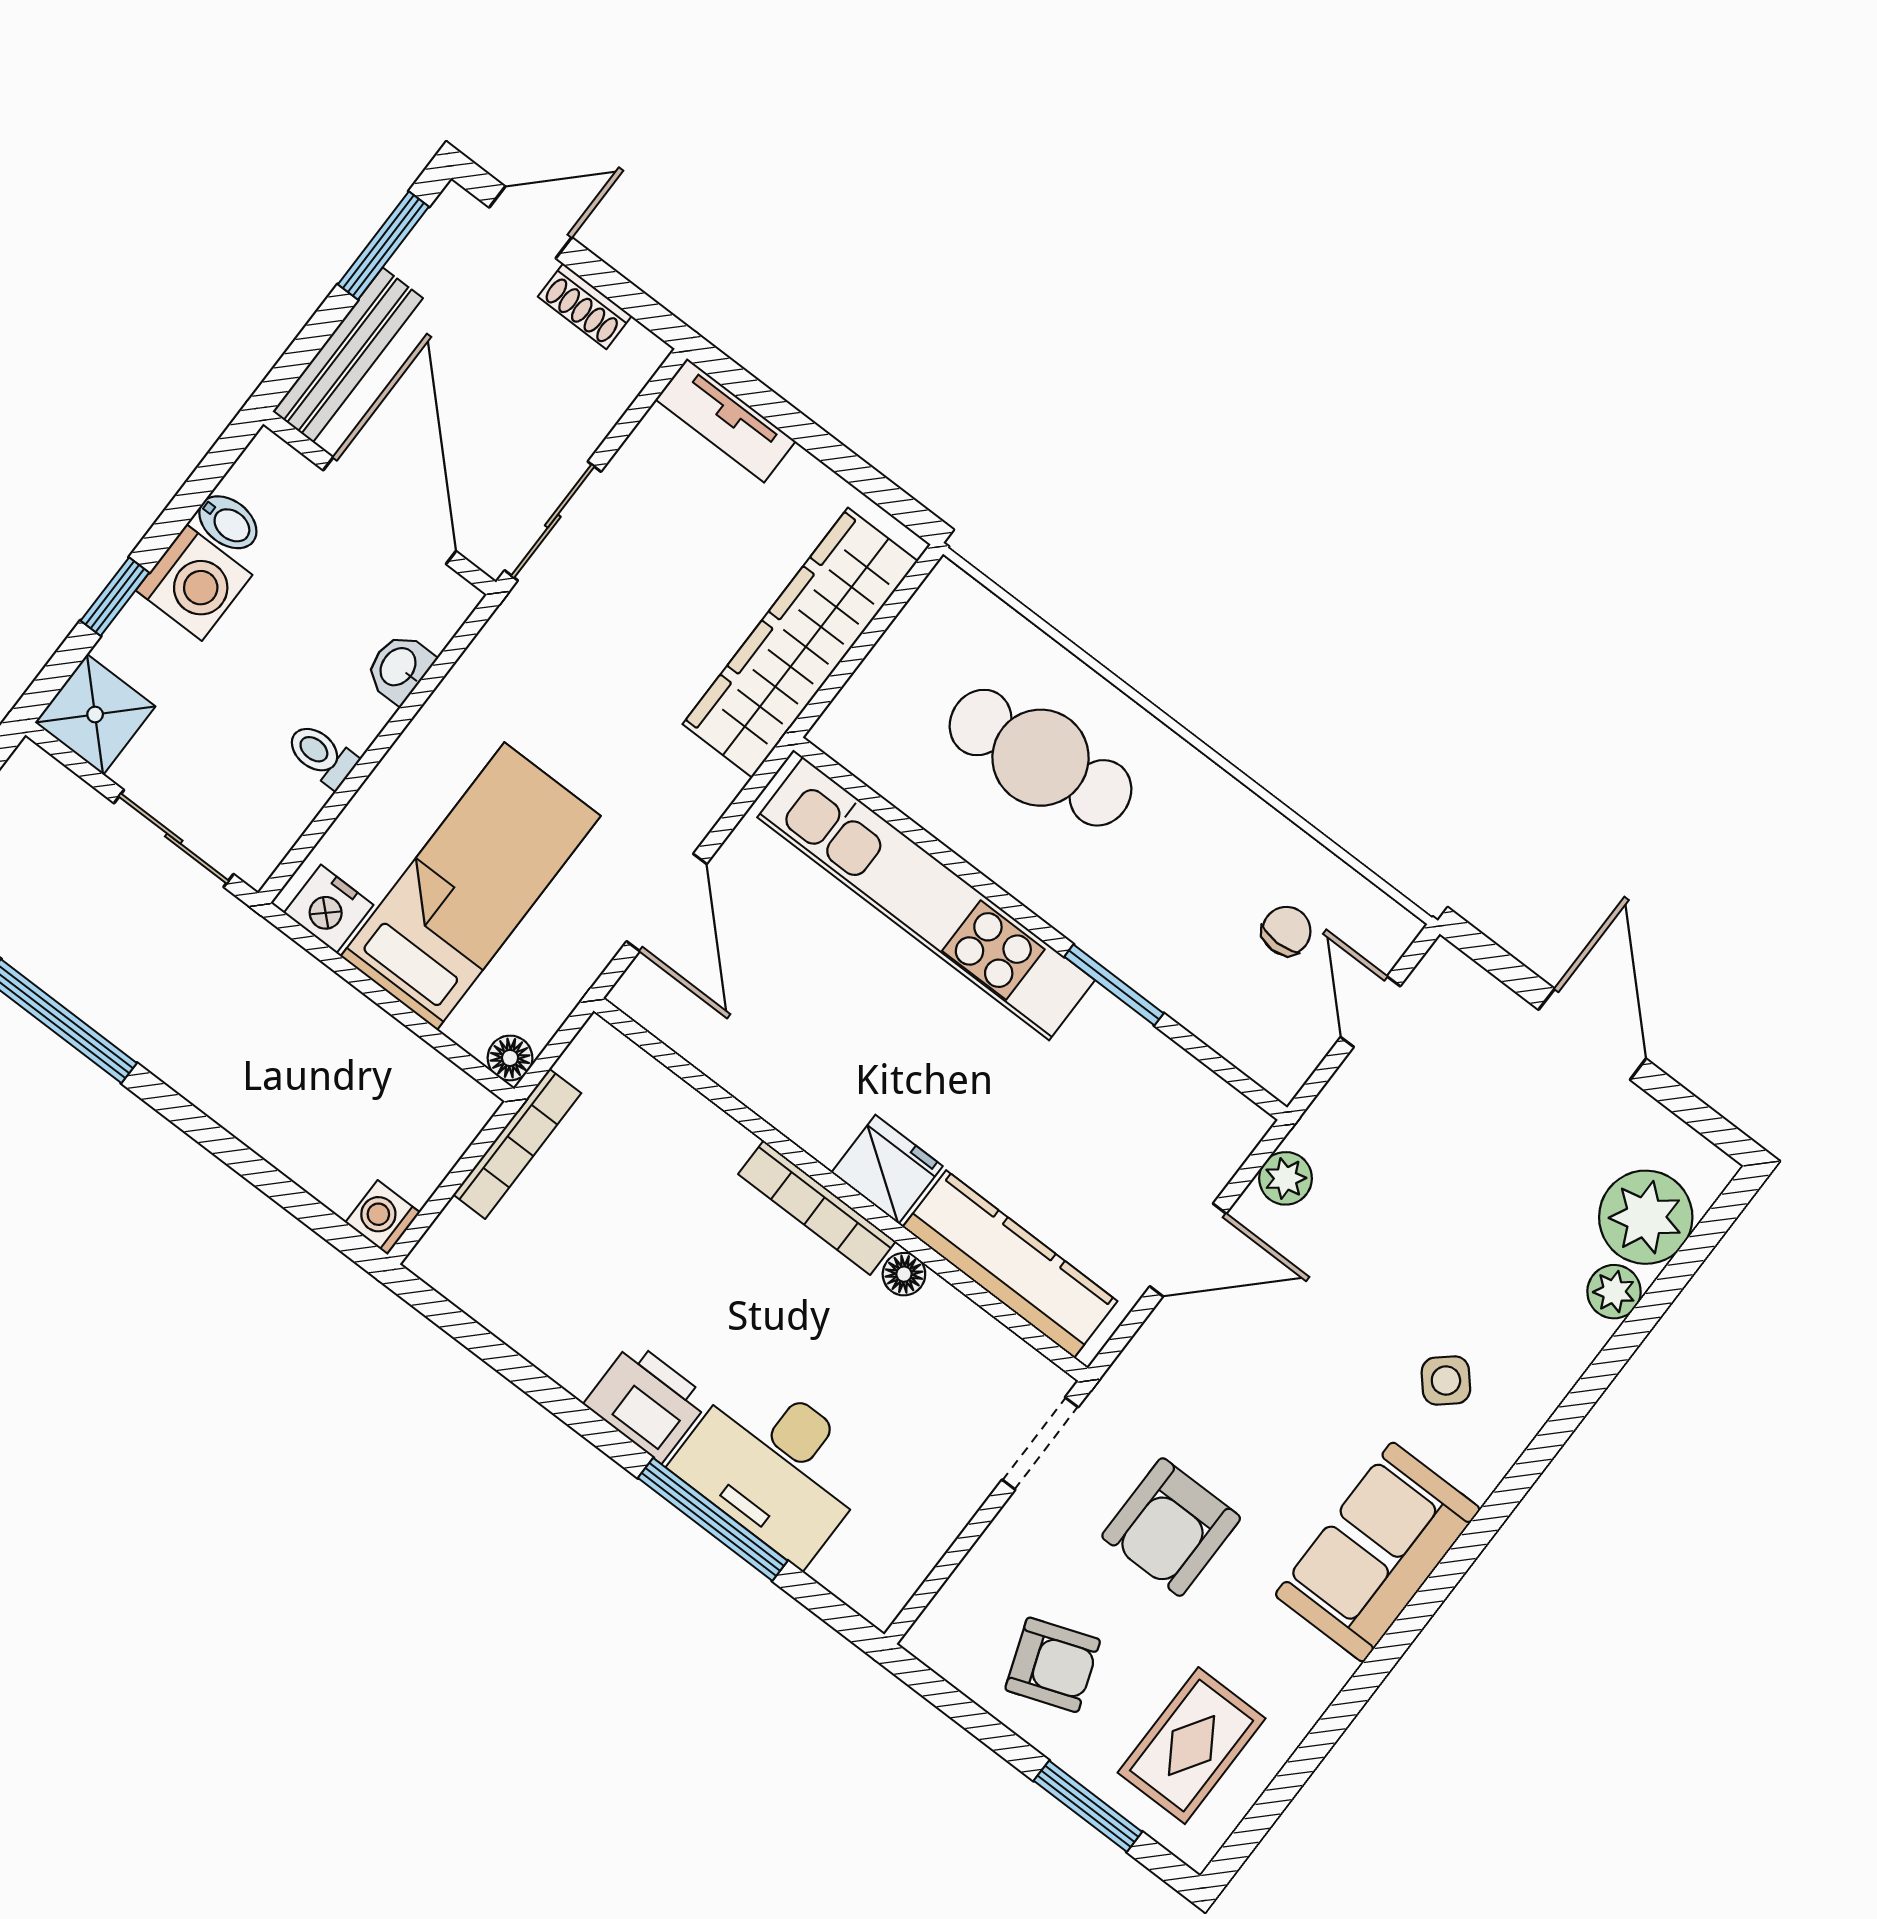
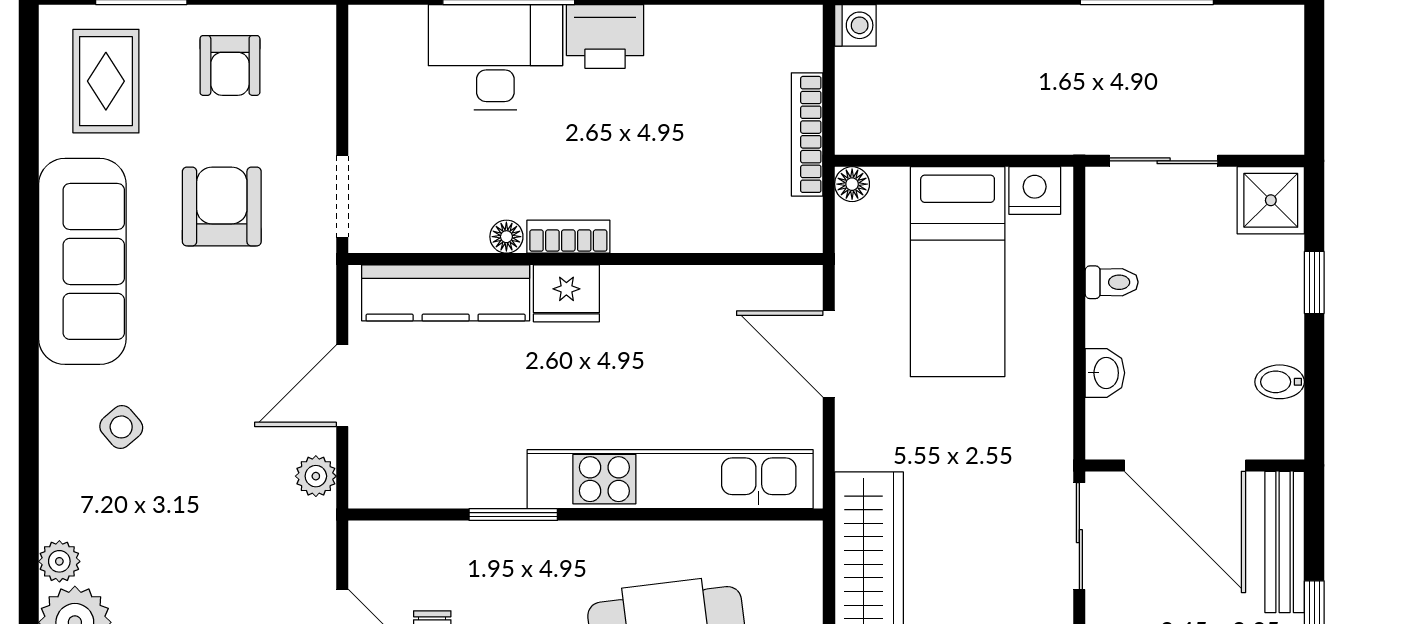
washing machine: (194, 583) -> (1272, 329), removed
bookcase: (817, 1208) -> (568, 237), width x0.64
sofa: (1378, 1552) -> (82, 261), width x1.36
armchair: (1053, 1665) -> (230, 65), turned -70

